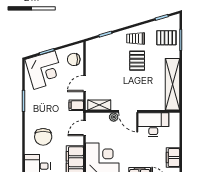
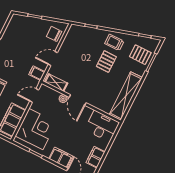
corner desk: (44, 70) -> (25, 31), removed
desk: (153, 125) -> (102, 126), moved

